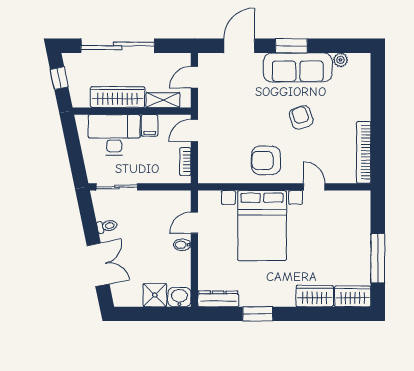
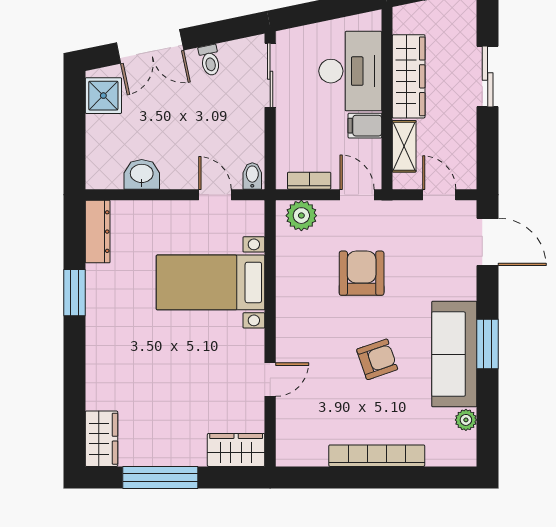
sliding door: (118, 46) -> (488, 76), width x0.54
door: (239, 46) -> (488, 242), moved
bookcase: (364, 152) -> (377, 456), moved
armchair: (266, 160) -> (362, 273), moved
plant: (208, 167) -> (301, 216), added
bed with nightstands: (262, 226) -> (211, 282), width x0.73
bidet: (182, 245) -> (252, 176), moved
shower: (155, 295) -> (103, 96), moved
wardrobe: (315, 296) -> (236, 450), moved, turned -90
washbasin: (179, 297) -> (142, 174), moved, turned -90

